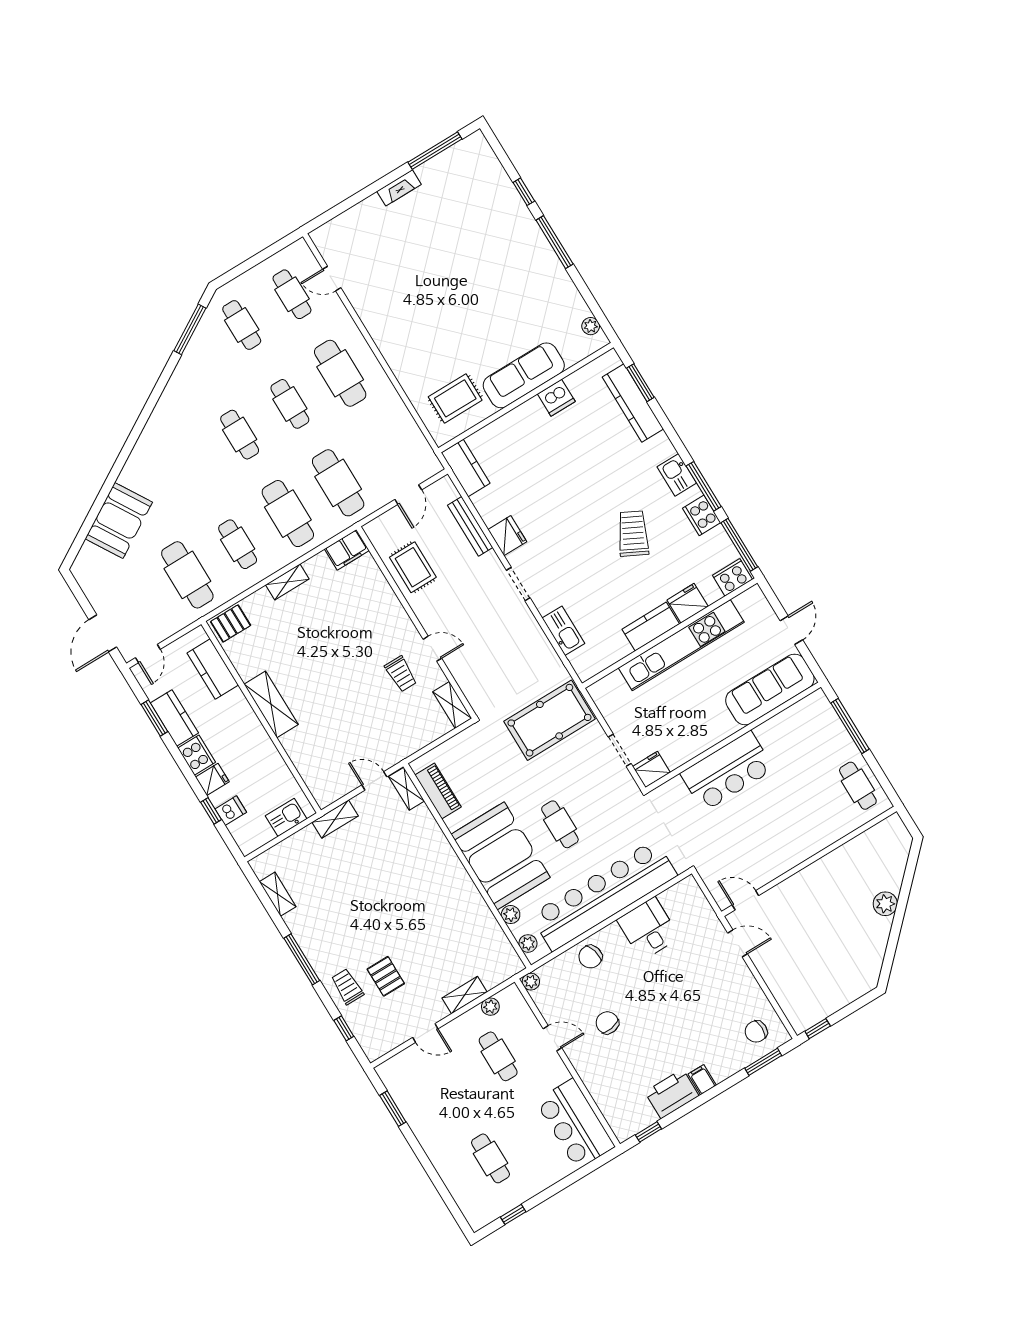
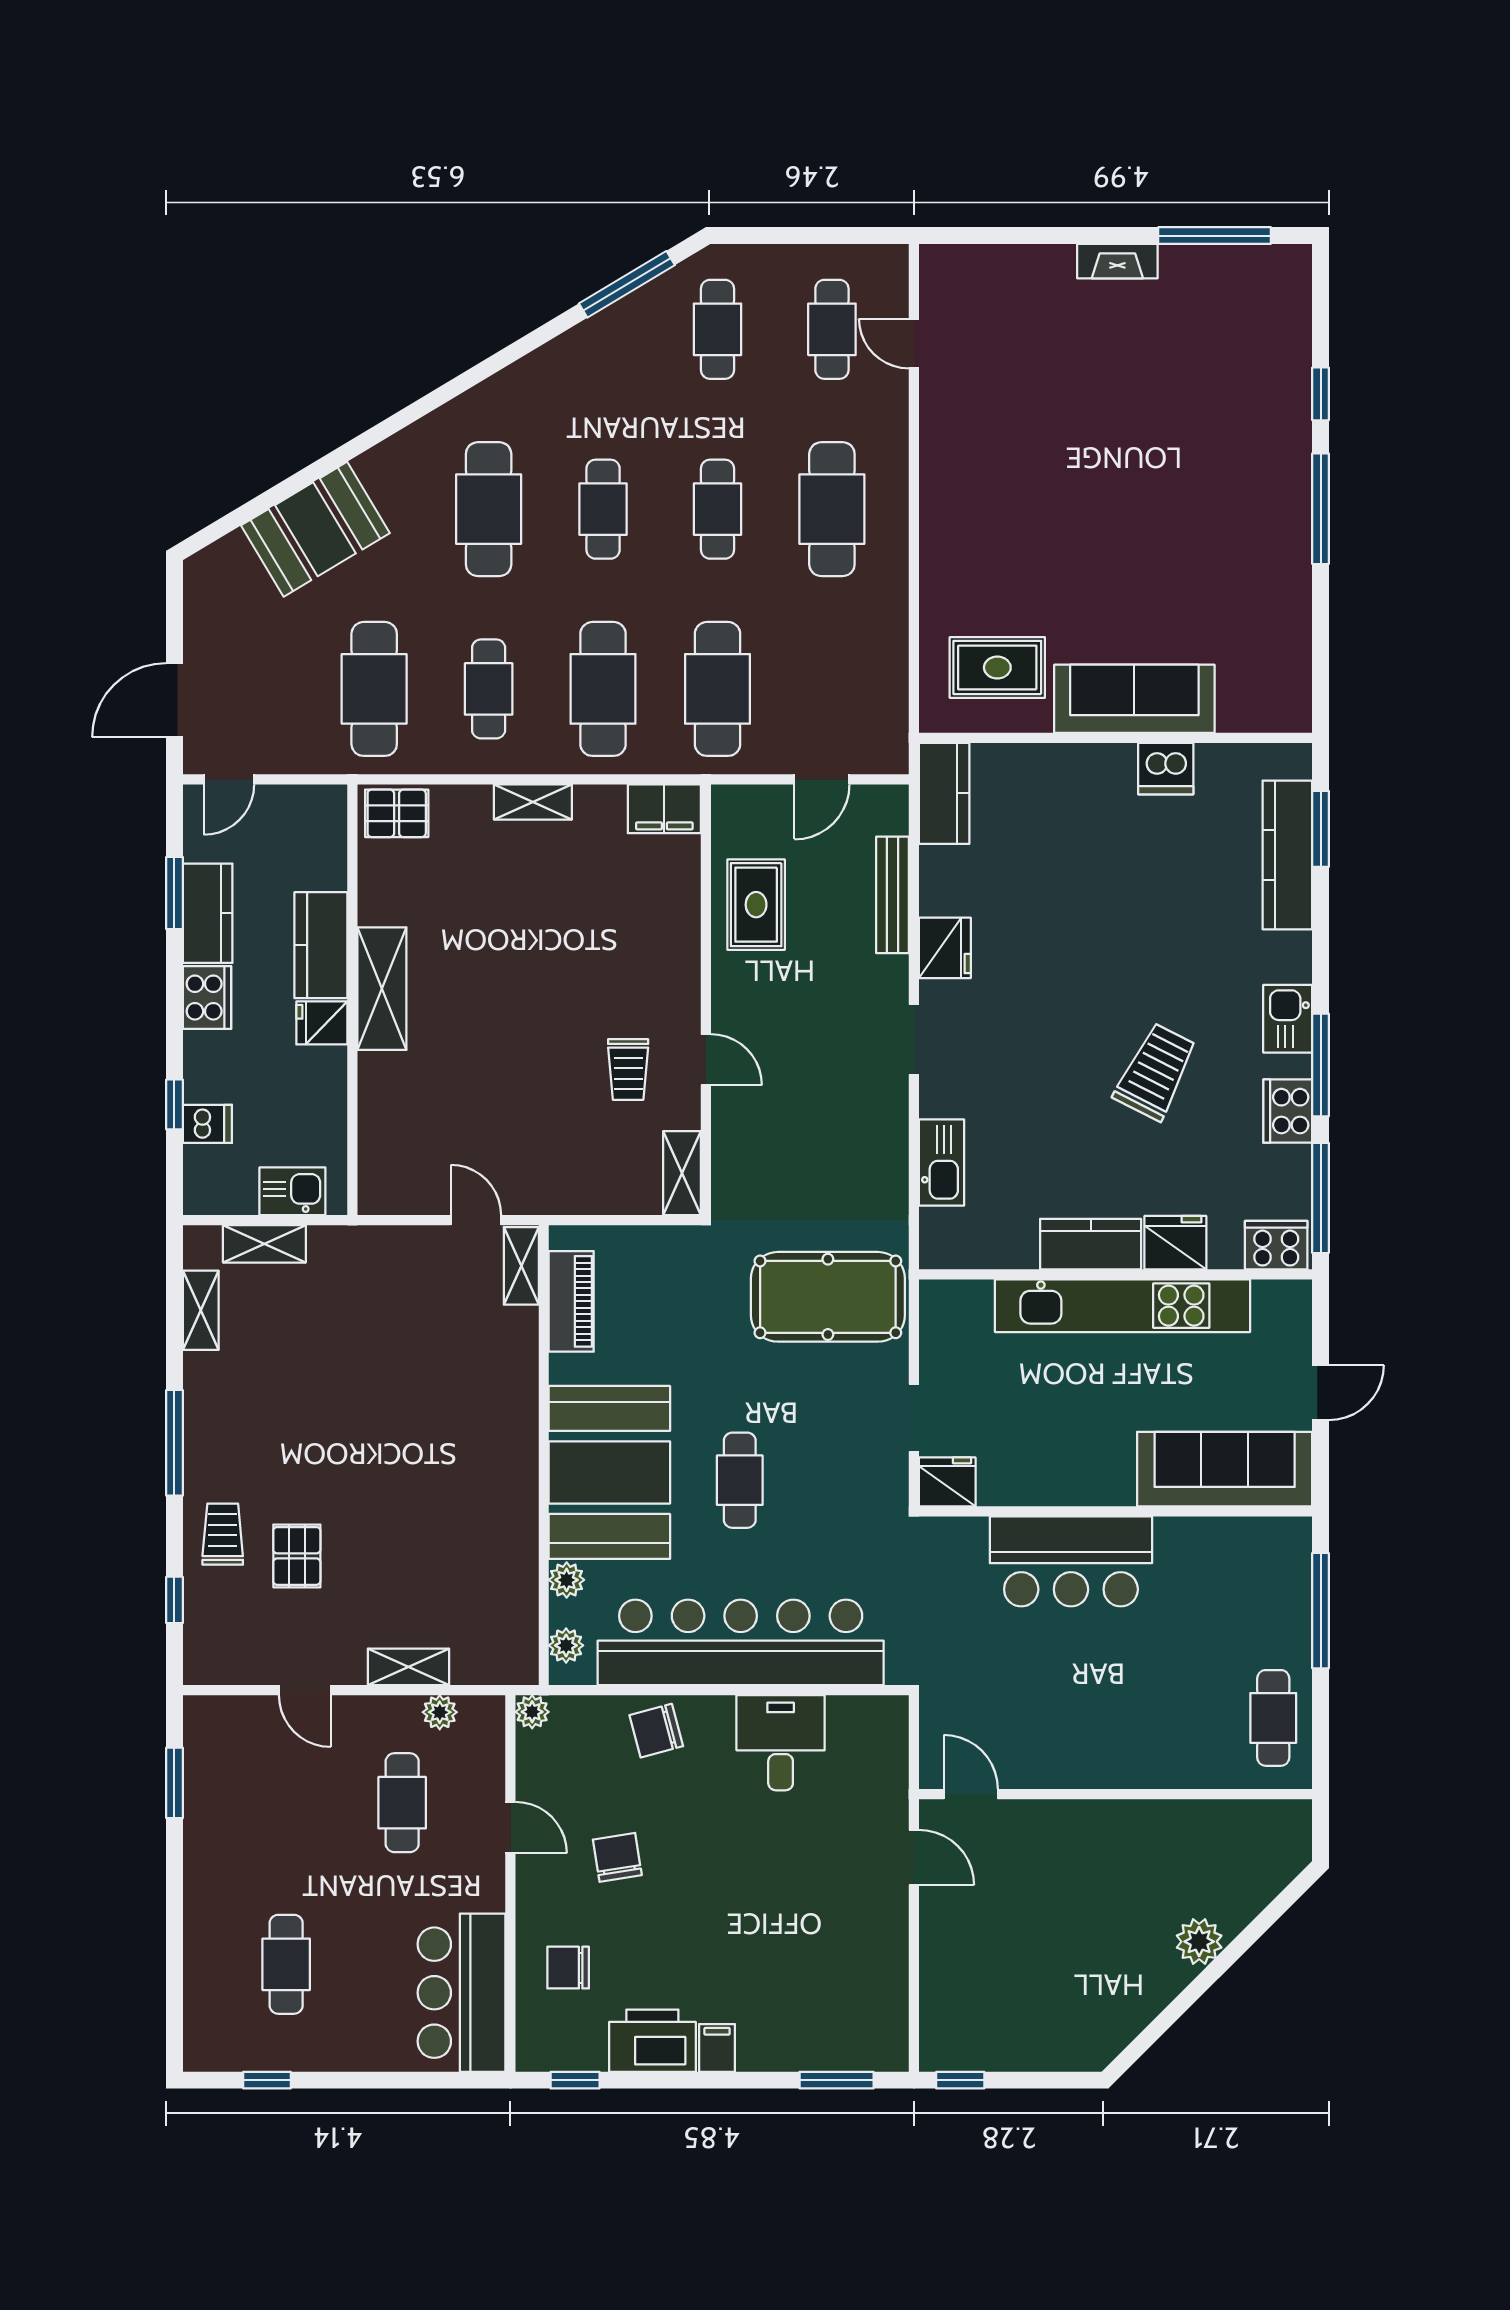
plant: (591, 326) -> (1295, 685), removed
cafe table: (189, 465) -> (489, 509), added
kitchen counter: (213, 669) -> (321, 945), moved
fridge: (212, 779) -> (322, 1023), moved, turned 180
shelving: (335, 819) -> (264, 1244), moved
chair: (756, 1031) -> (568, 1968), moved

